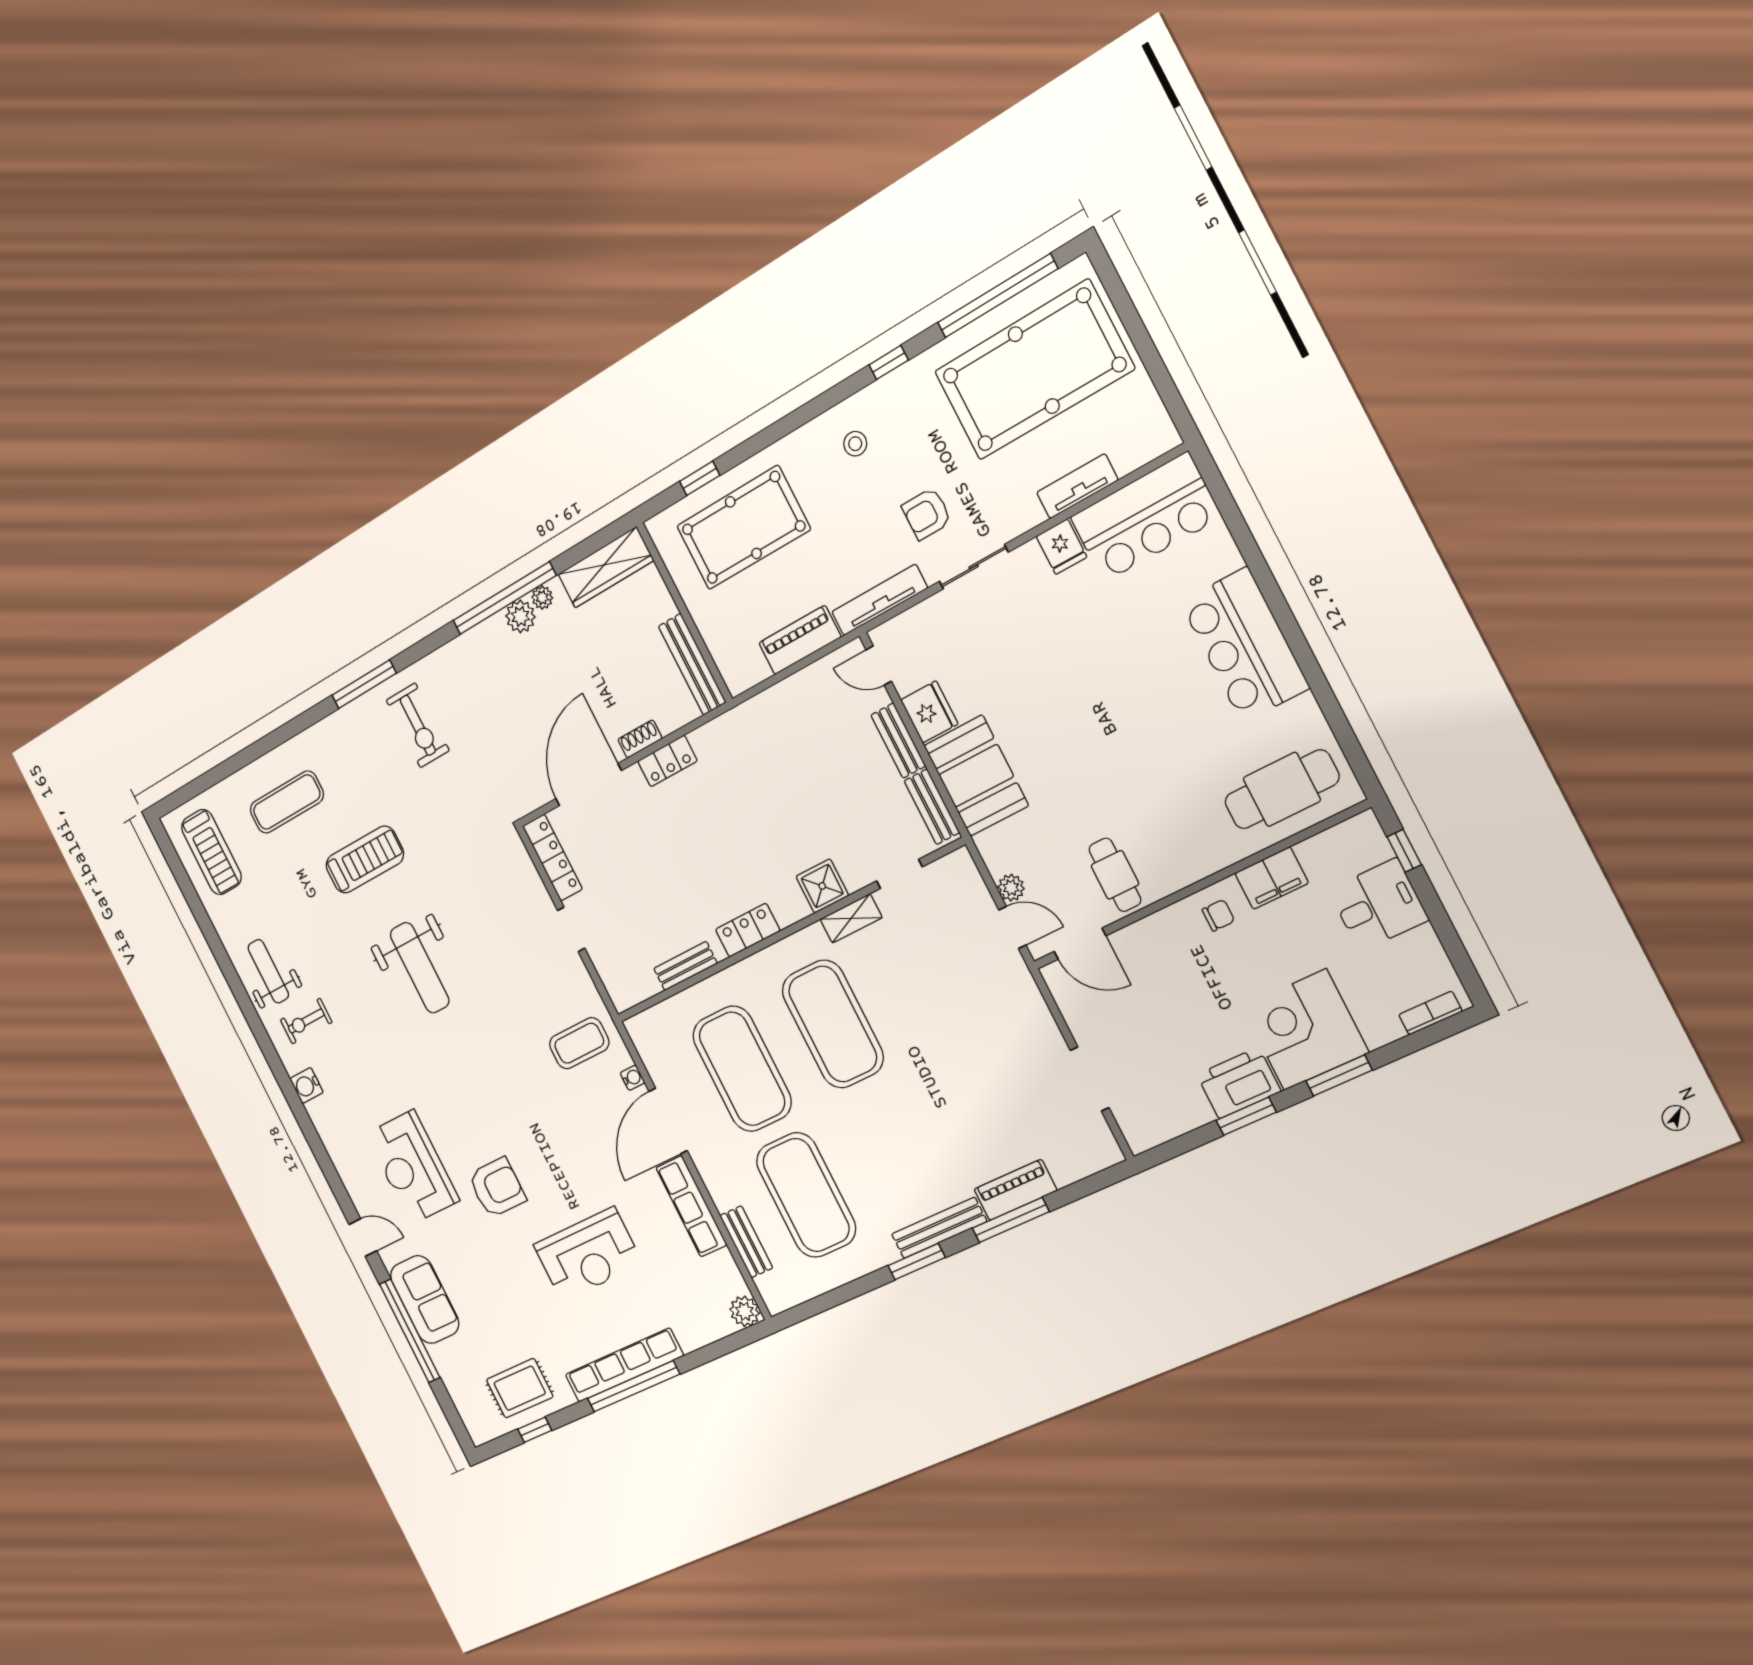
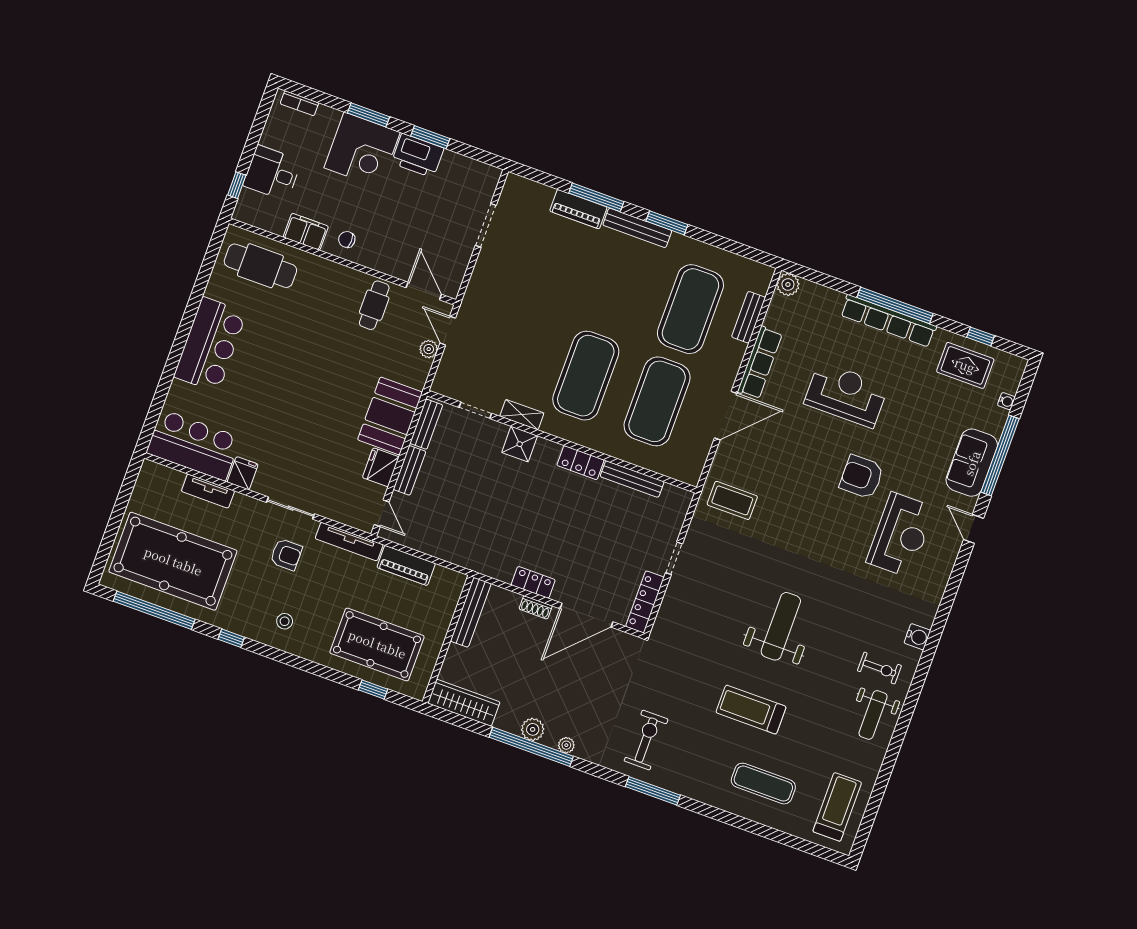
plant: (542, 598) -> (566, 745), moved
bench: (685, 966) -> (632, 479), width x1.36
water cooler: (632, 1078) -> (1006, 401), moved, turned 180

